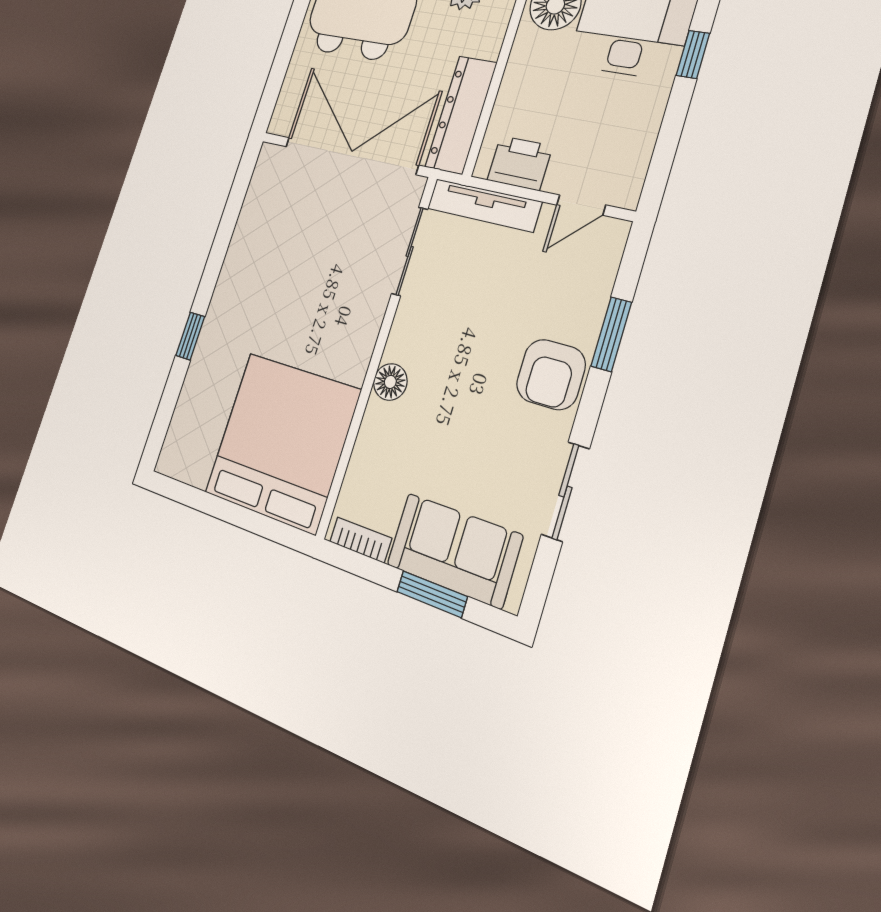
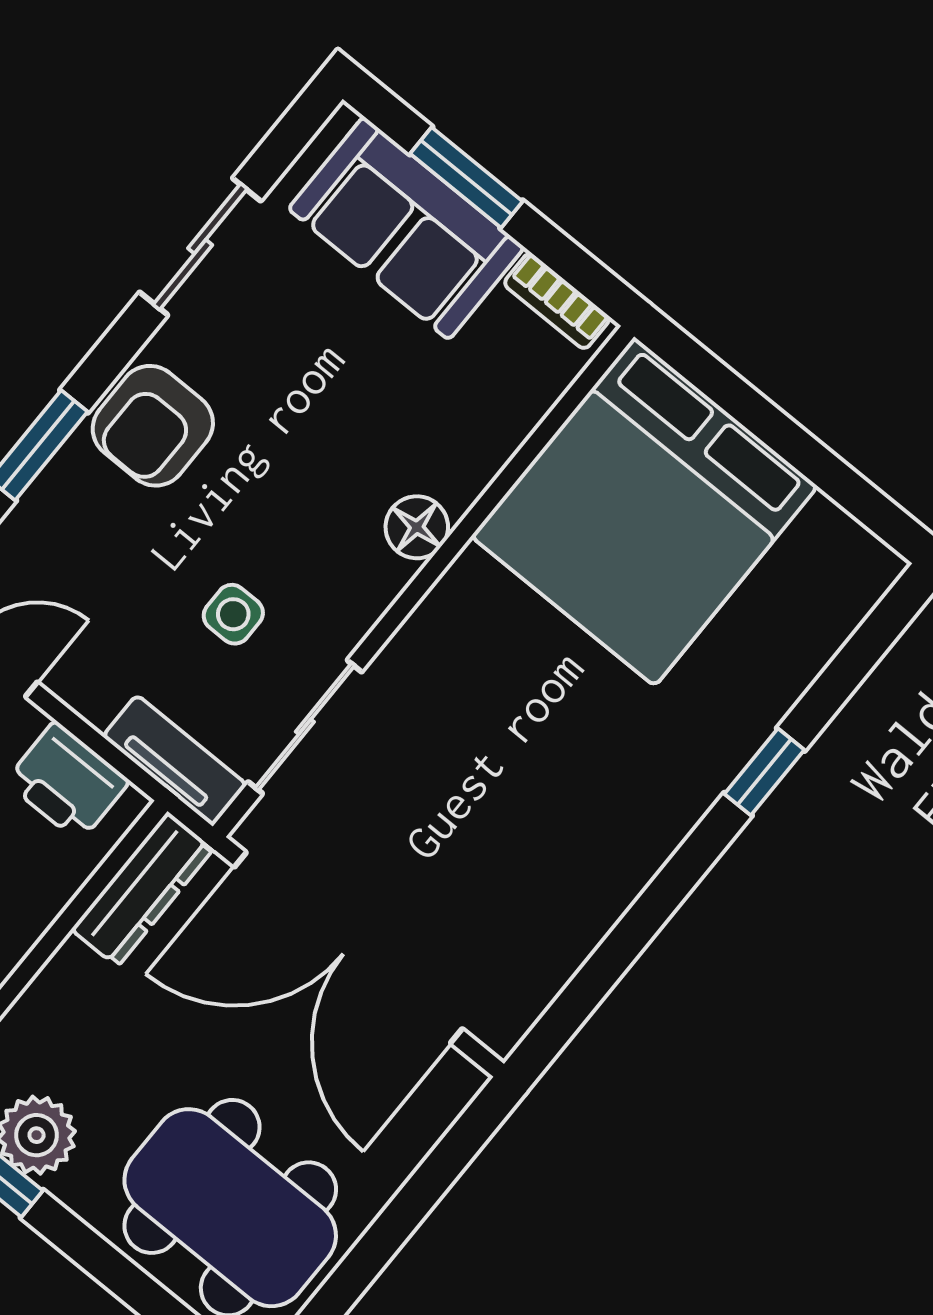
dresser: (461, 115) -> (142, 889), width x0.73, depth x0.80
tv unit: (484, 205) -> (175, 760), width x0.71
side table: (467, 291) -> (233, 614), added
armchair: (551, 374) -> (153, 426), turned 180

